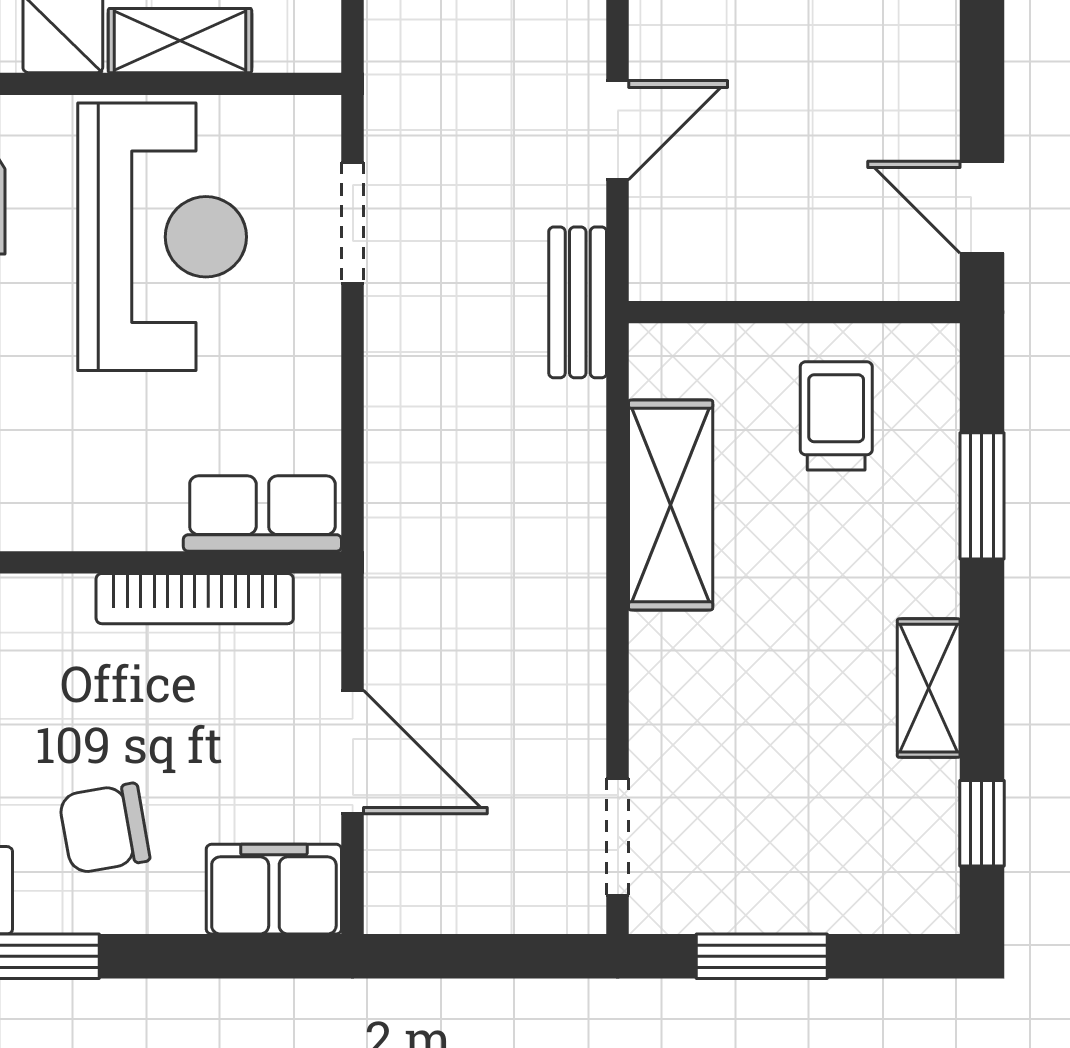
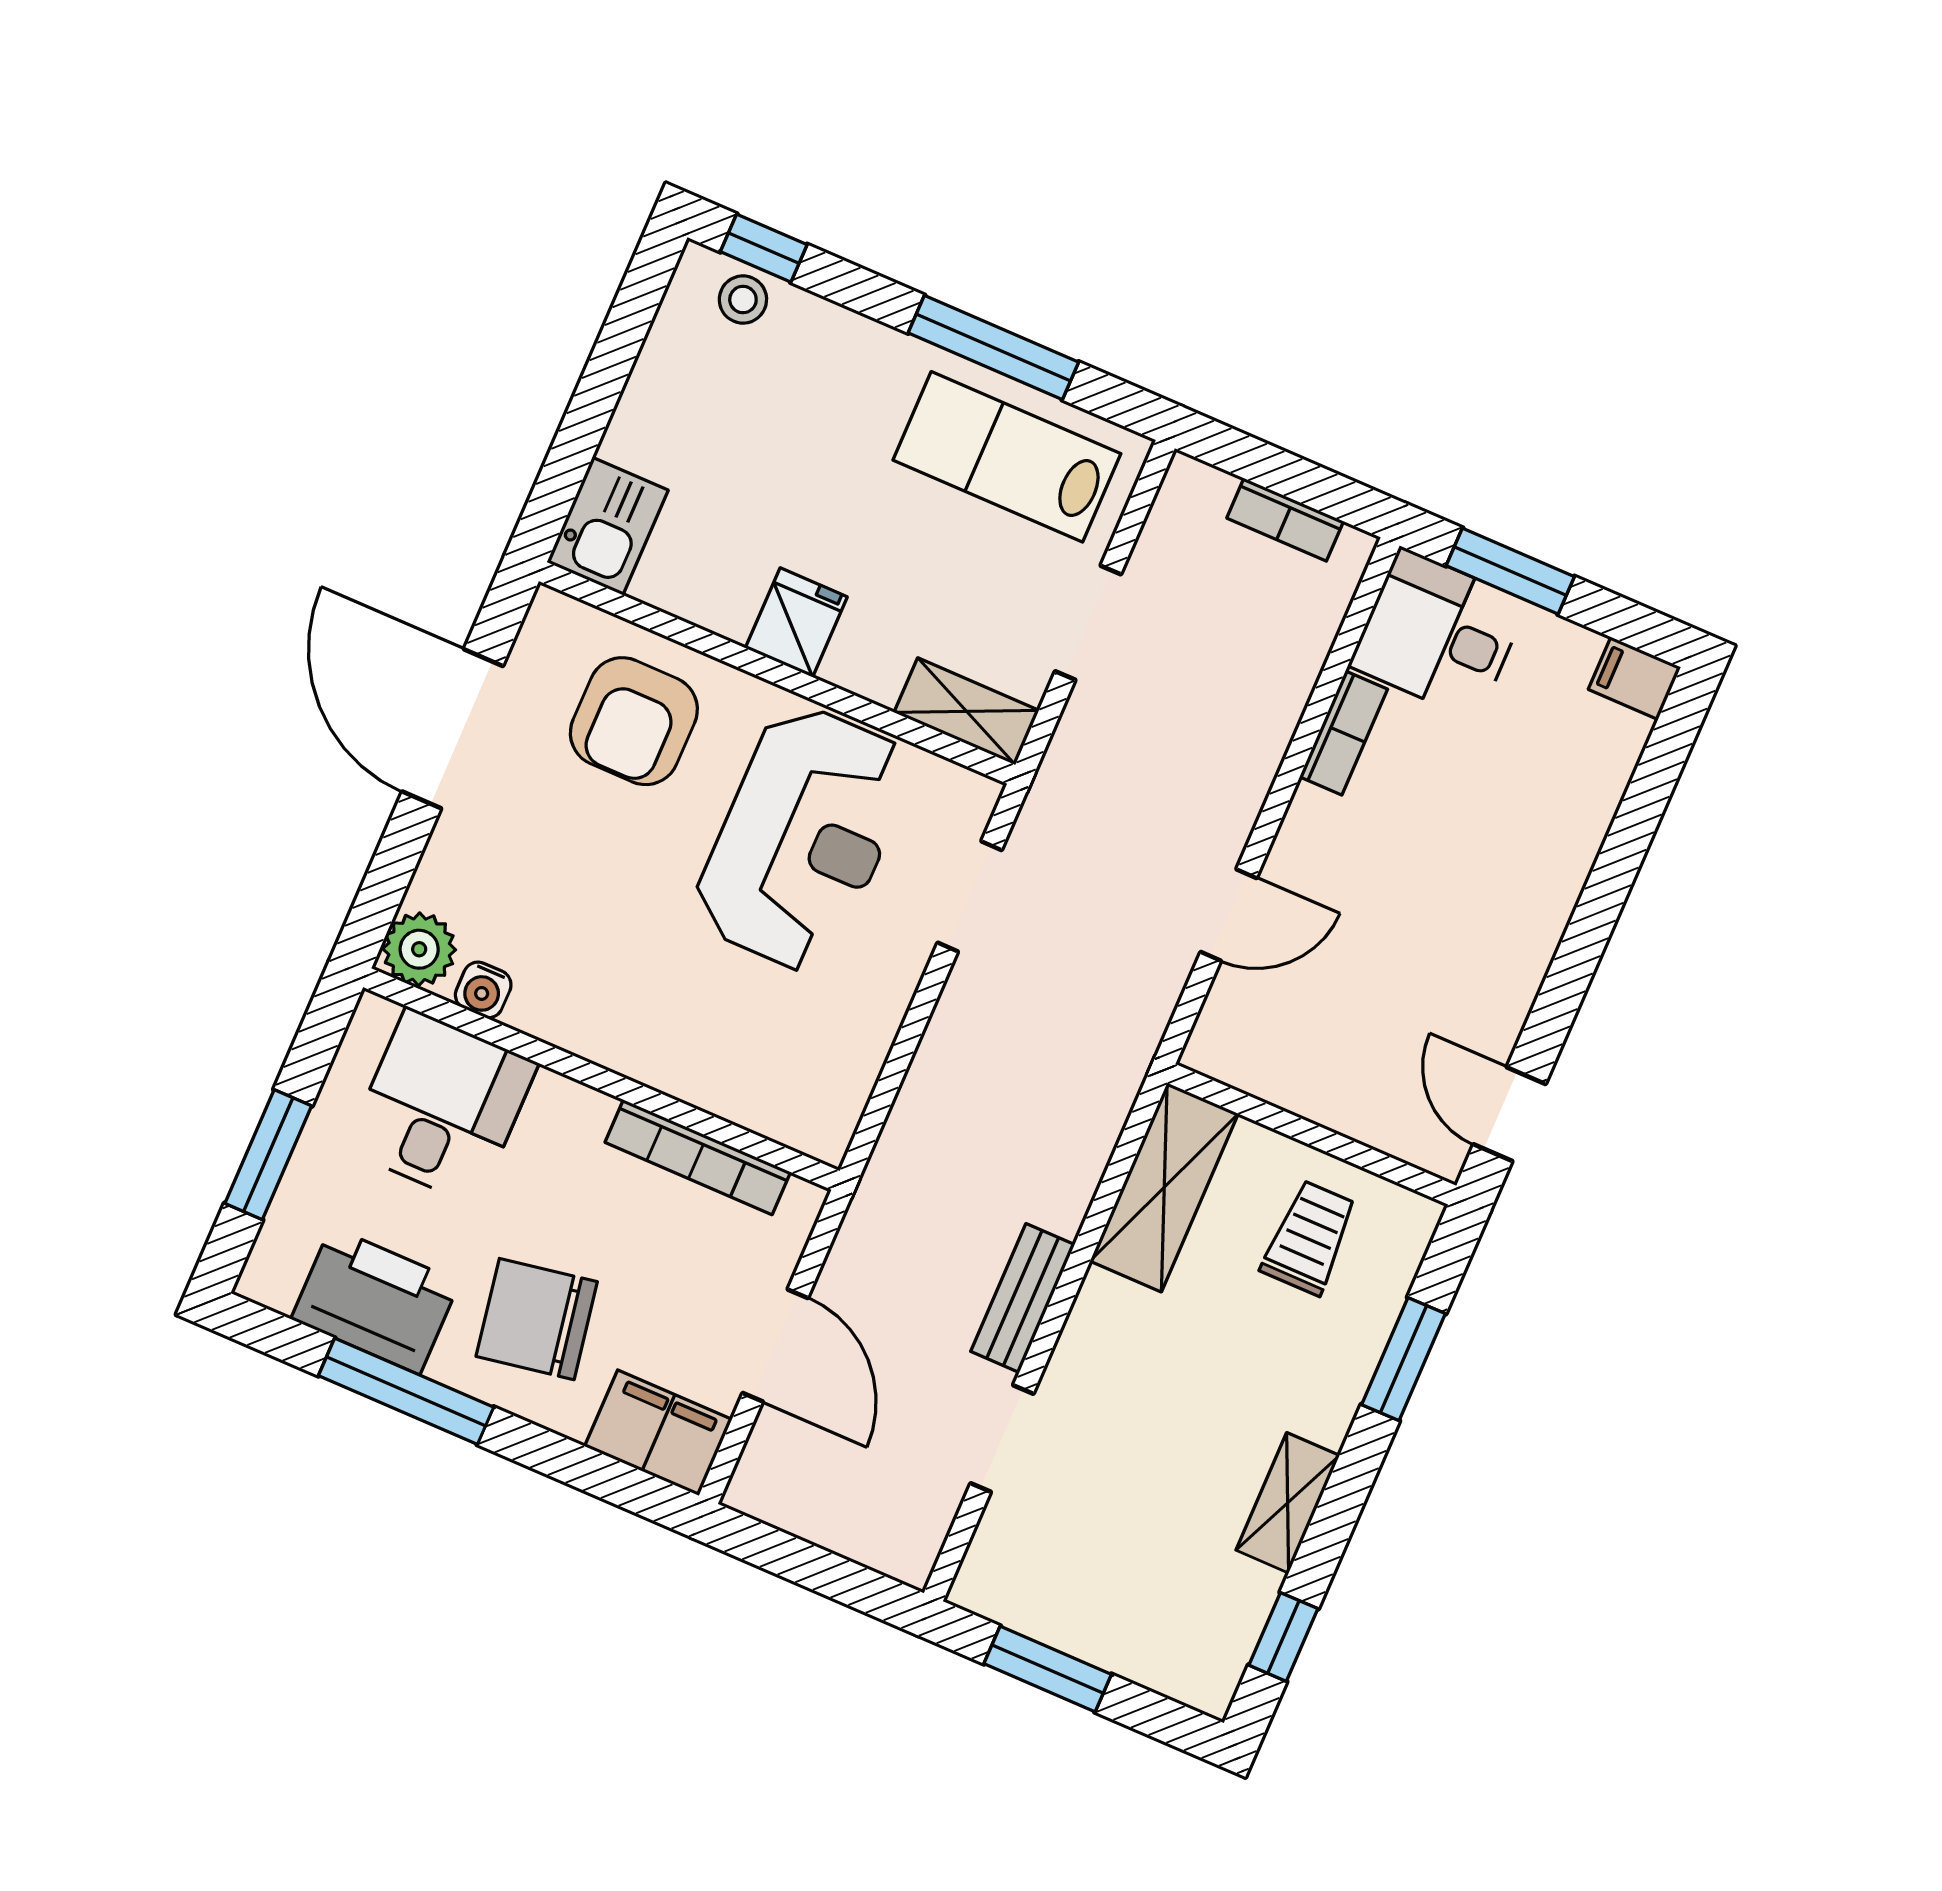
shelving: (180, 41) -> (966, 711), moved
bench: (578, 302) -> (1023, 1298), moved
shelving: (671, 505) -> (1164, 1187), moved
row of seats: (262, 514) -> (786, 1110), removed
chair: (104, 828) -> (537, 1319), width x1.37, depth x1.37
doorway: (618, 837) -> (1002, 1439), moved

